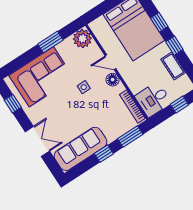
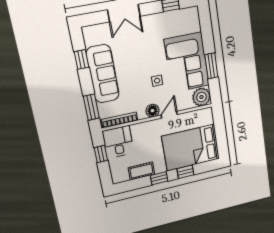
corner sofa: (41, 77) -> (187, 62), moved
window: (179, 105) -> (101, 154), moved
sofa: (81, 149) -> (103, 74), moved
window: (104, 154) -> (82, 59), moved

